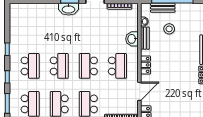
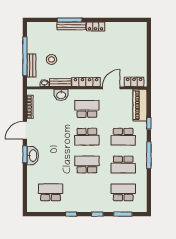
locker: (145, 65) -> (86, 82), width x1.53
school desk: (30, 66) -> (51, 192), moved
door: (139, 91) -> (111, 88), hinge flipped

